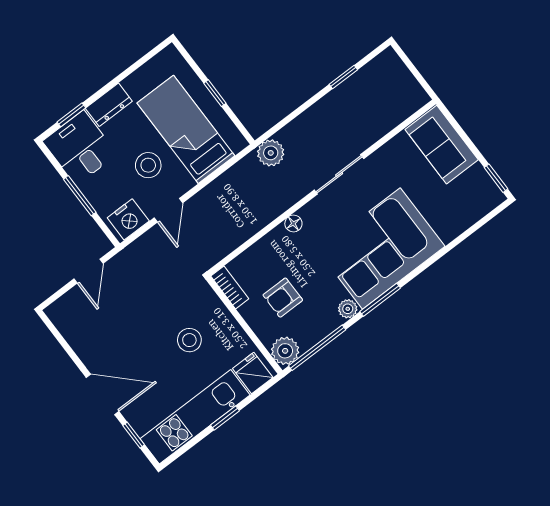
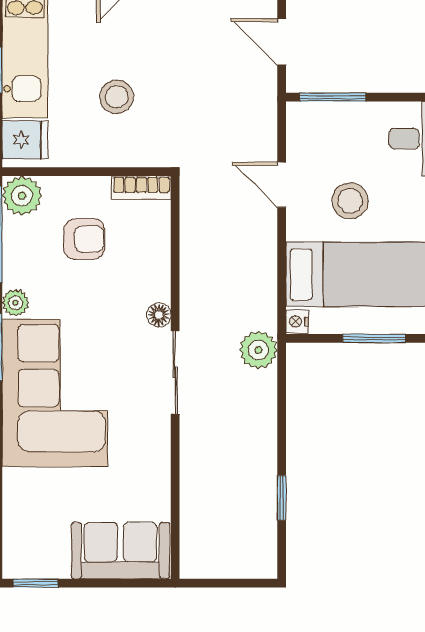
window: (215, 93) -> (374, 338), width x1.50
sliding door: (339, 174) -> (175, 372), moved
window: (80, 196) -> (333, 97), moved
nightstand: (128, 219) -> (297, 322), moved, width x0.53, depth x0.56
armchair: (283, 298) -> (84, 239), turned 90

